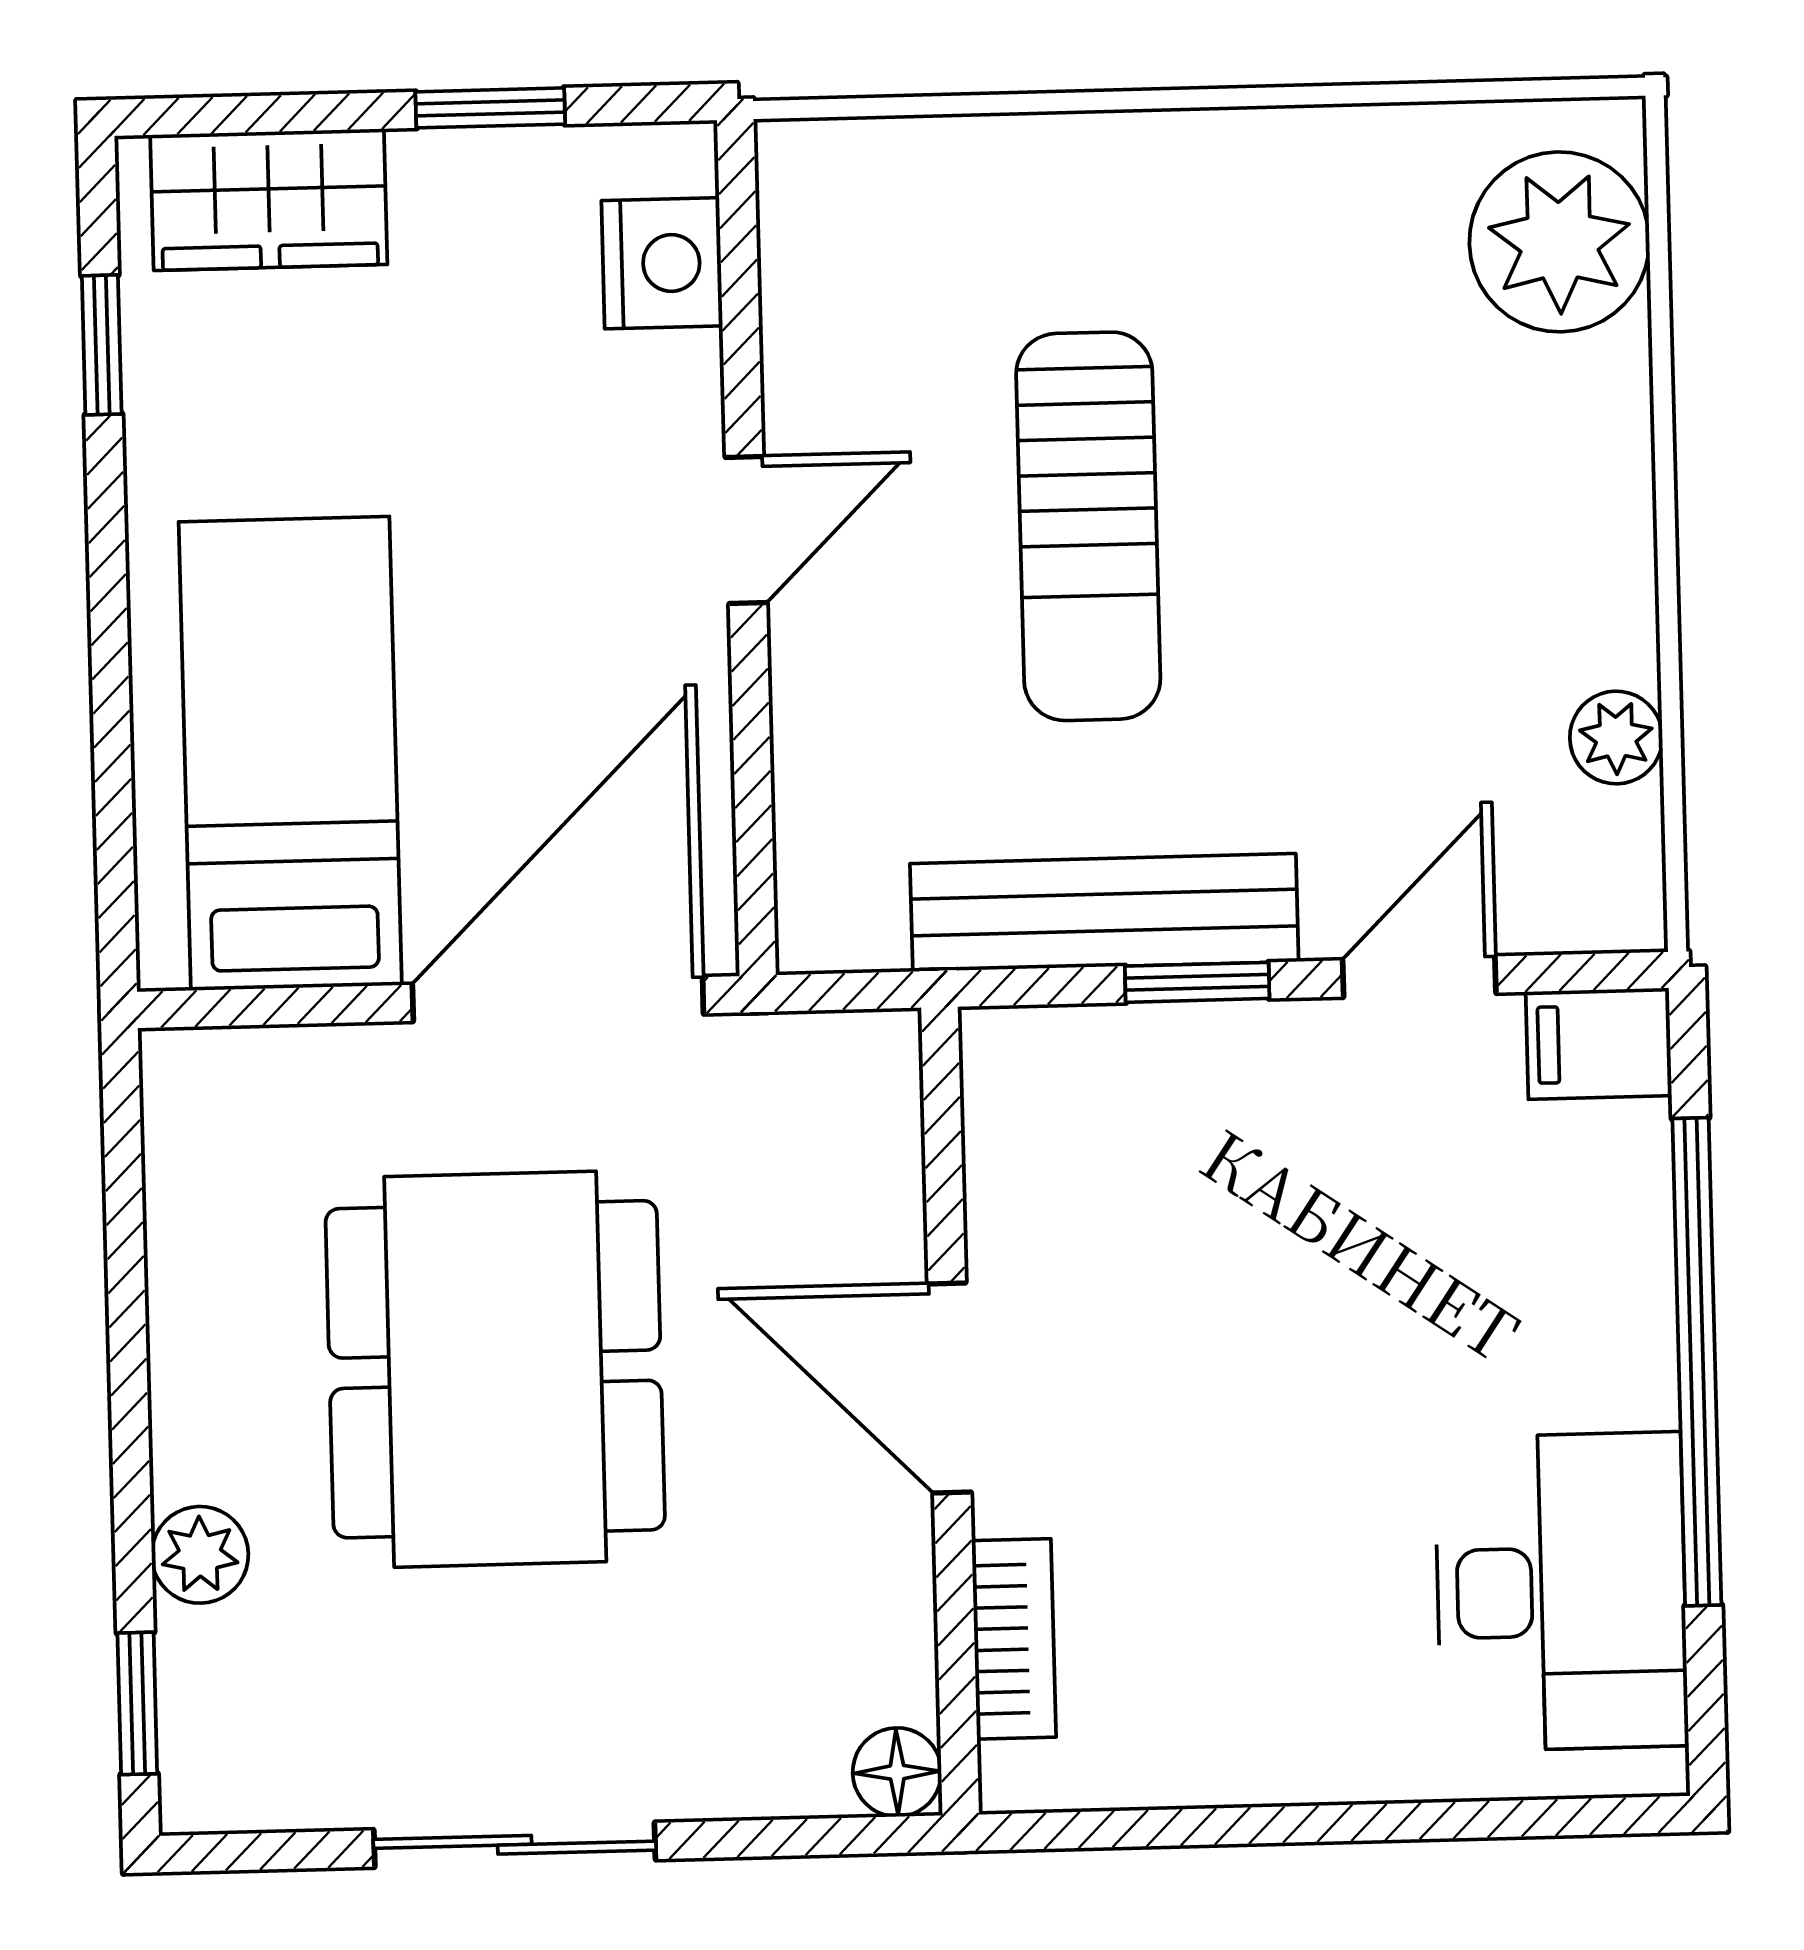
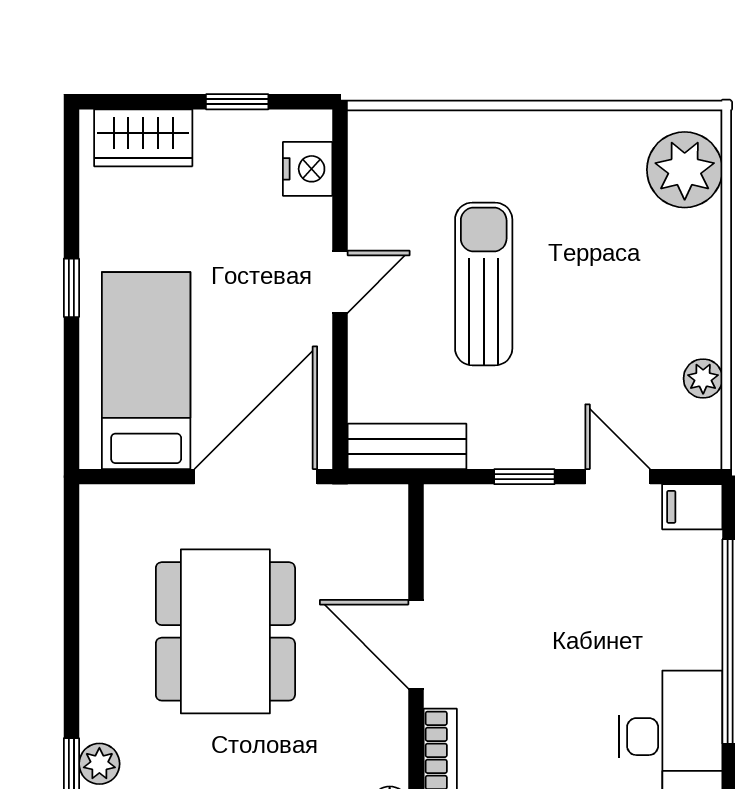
window: (102, 345) -> (71, 288), moved
sun lounger: (1088, 526) -> (484, 284), turned 180
bench: (1104, 913) -> (407, 446), moved, width x0.73
door: (1419, 976) -> (618, 477), hinge flipped
plant: (200, 1555) -> (99, 764), moved

